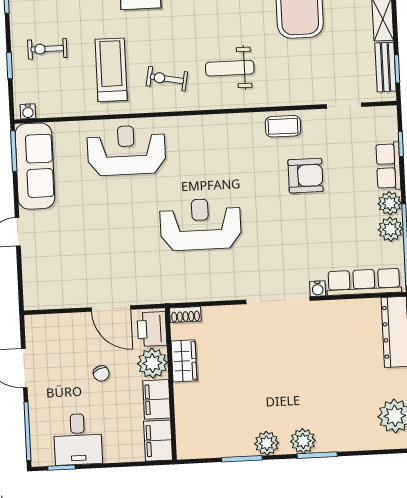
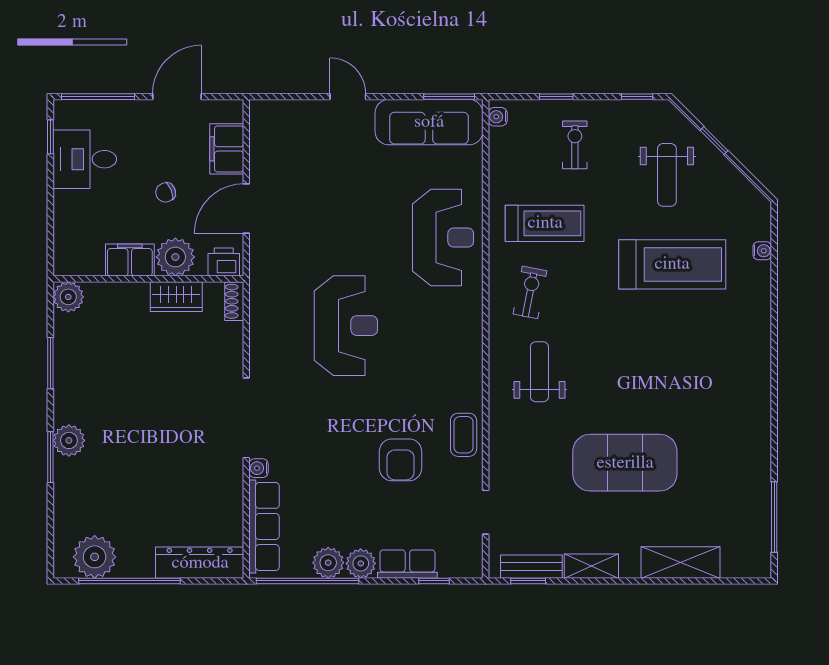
printer: (152, 329) -> (224, 262), width x0.73, depth x0.81
filing cabinet: (158, 441) -> (227, 149), moved, turned -90
plant: (267, 443) -> (68, 297), moved

